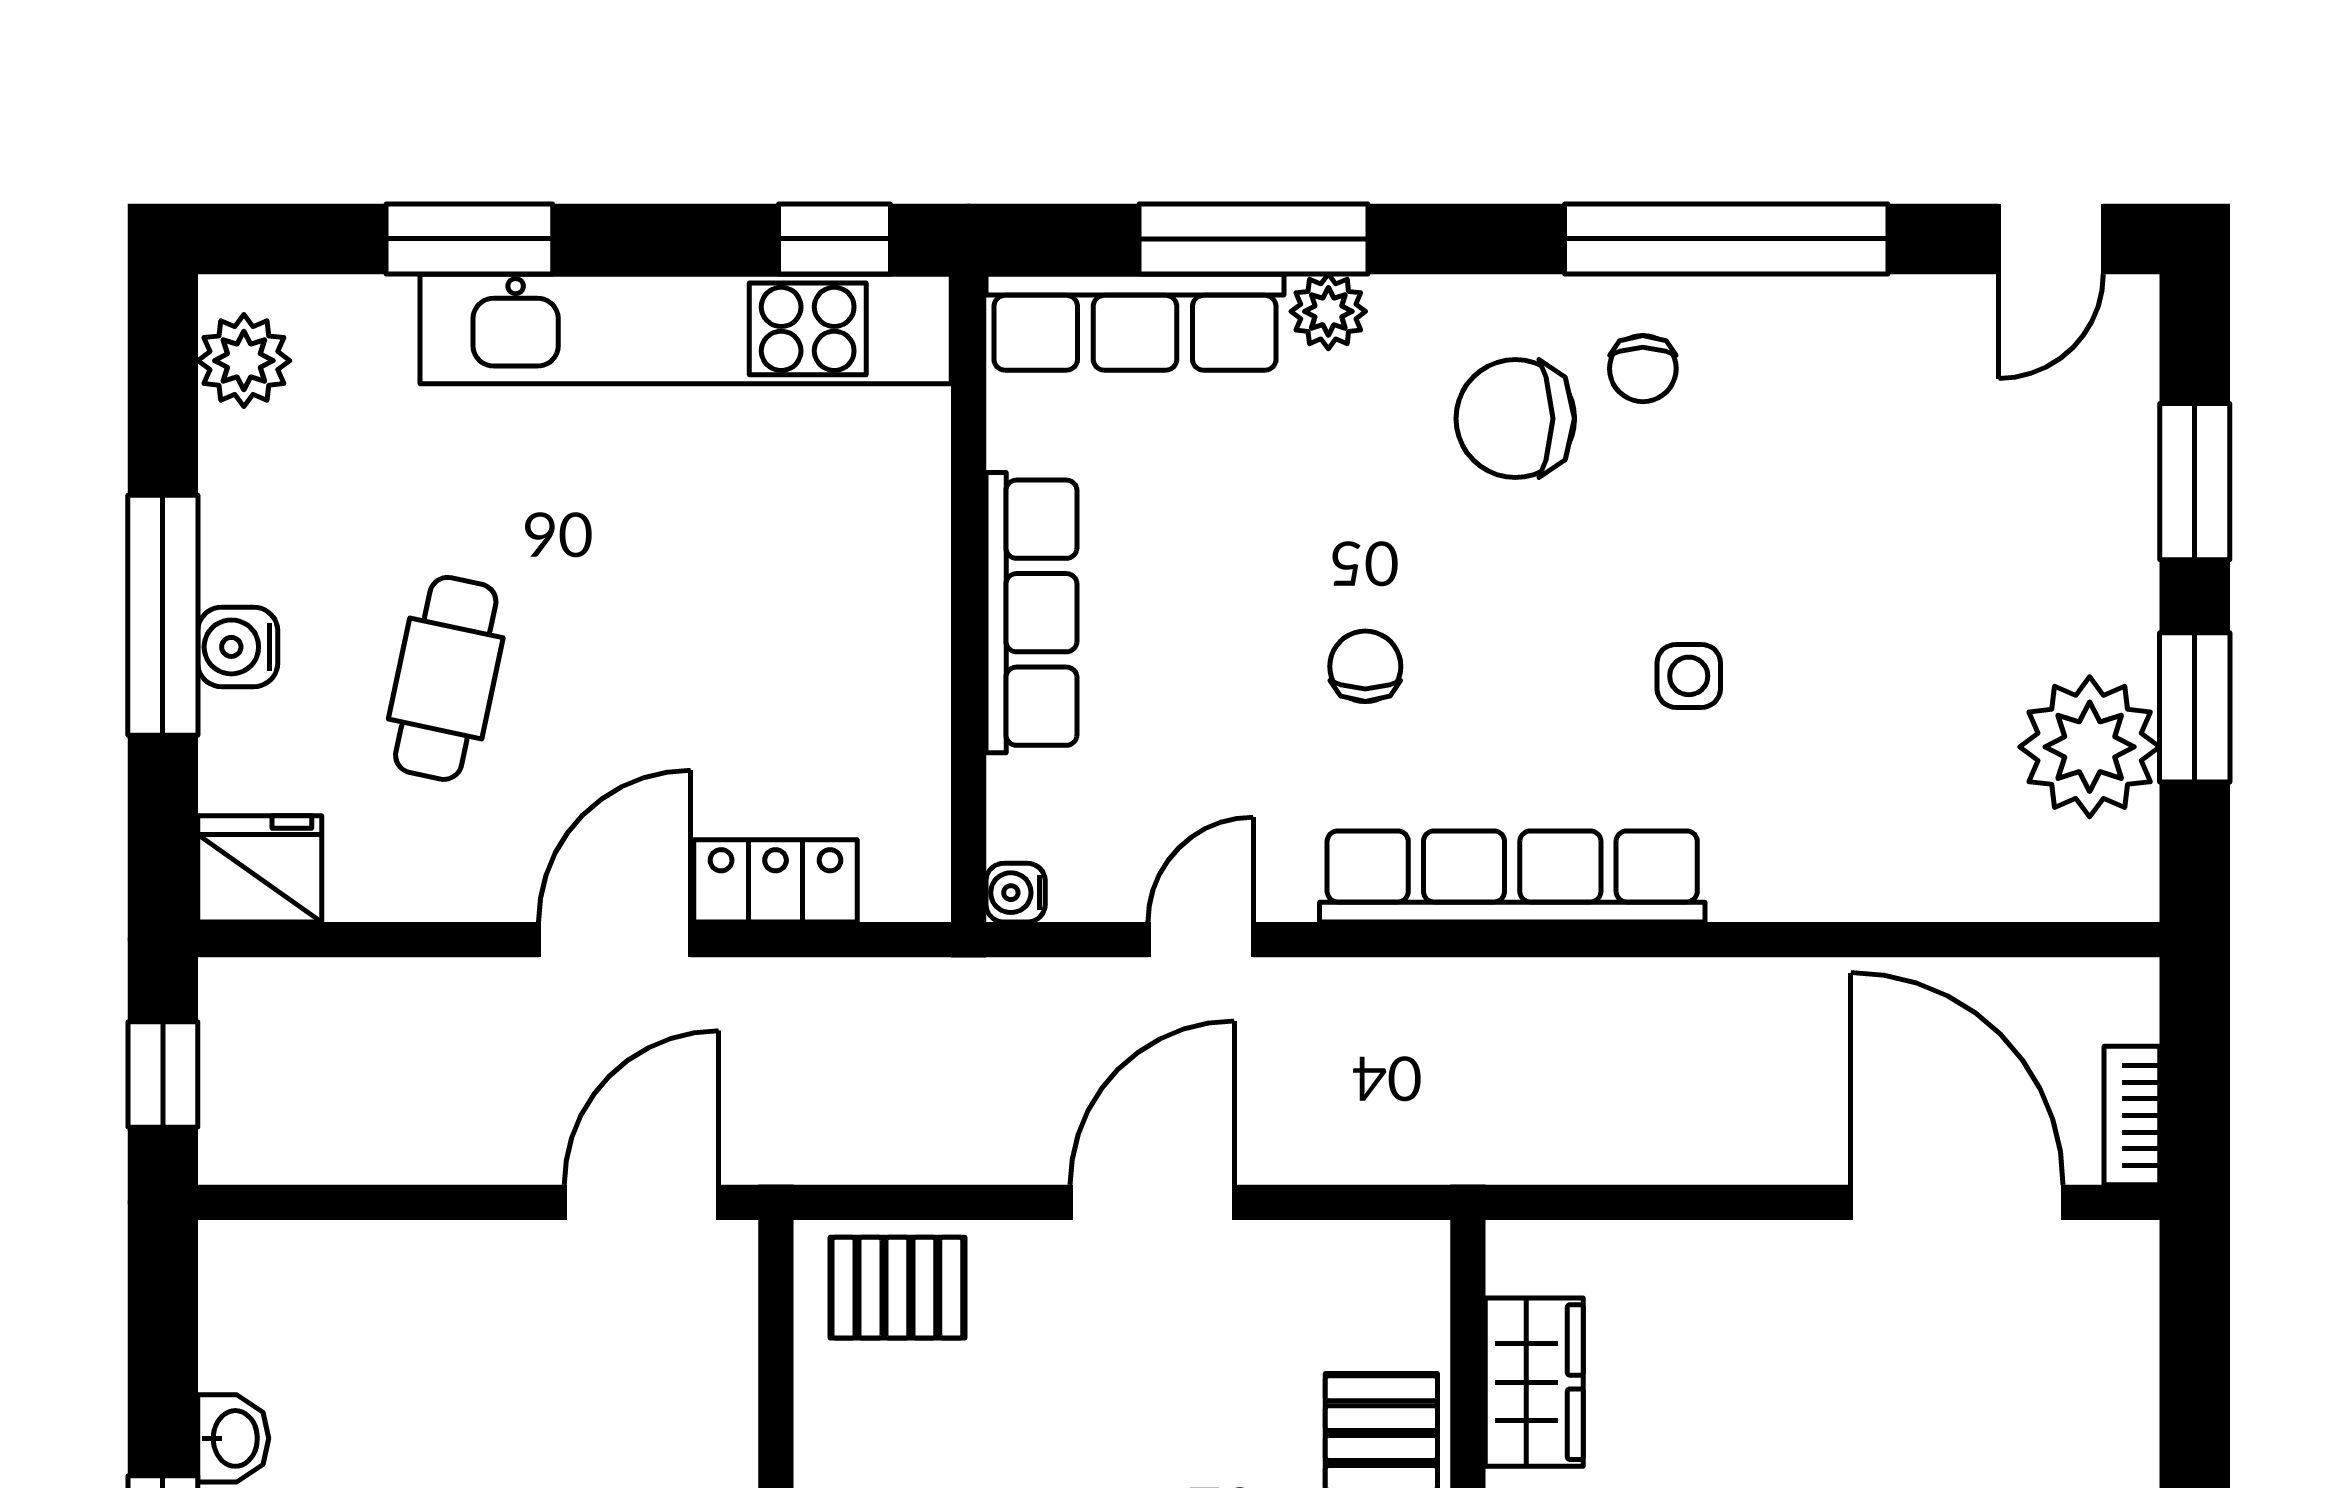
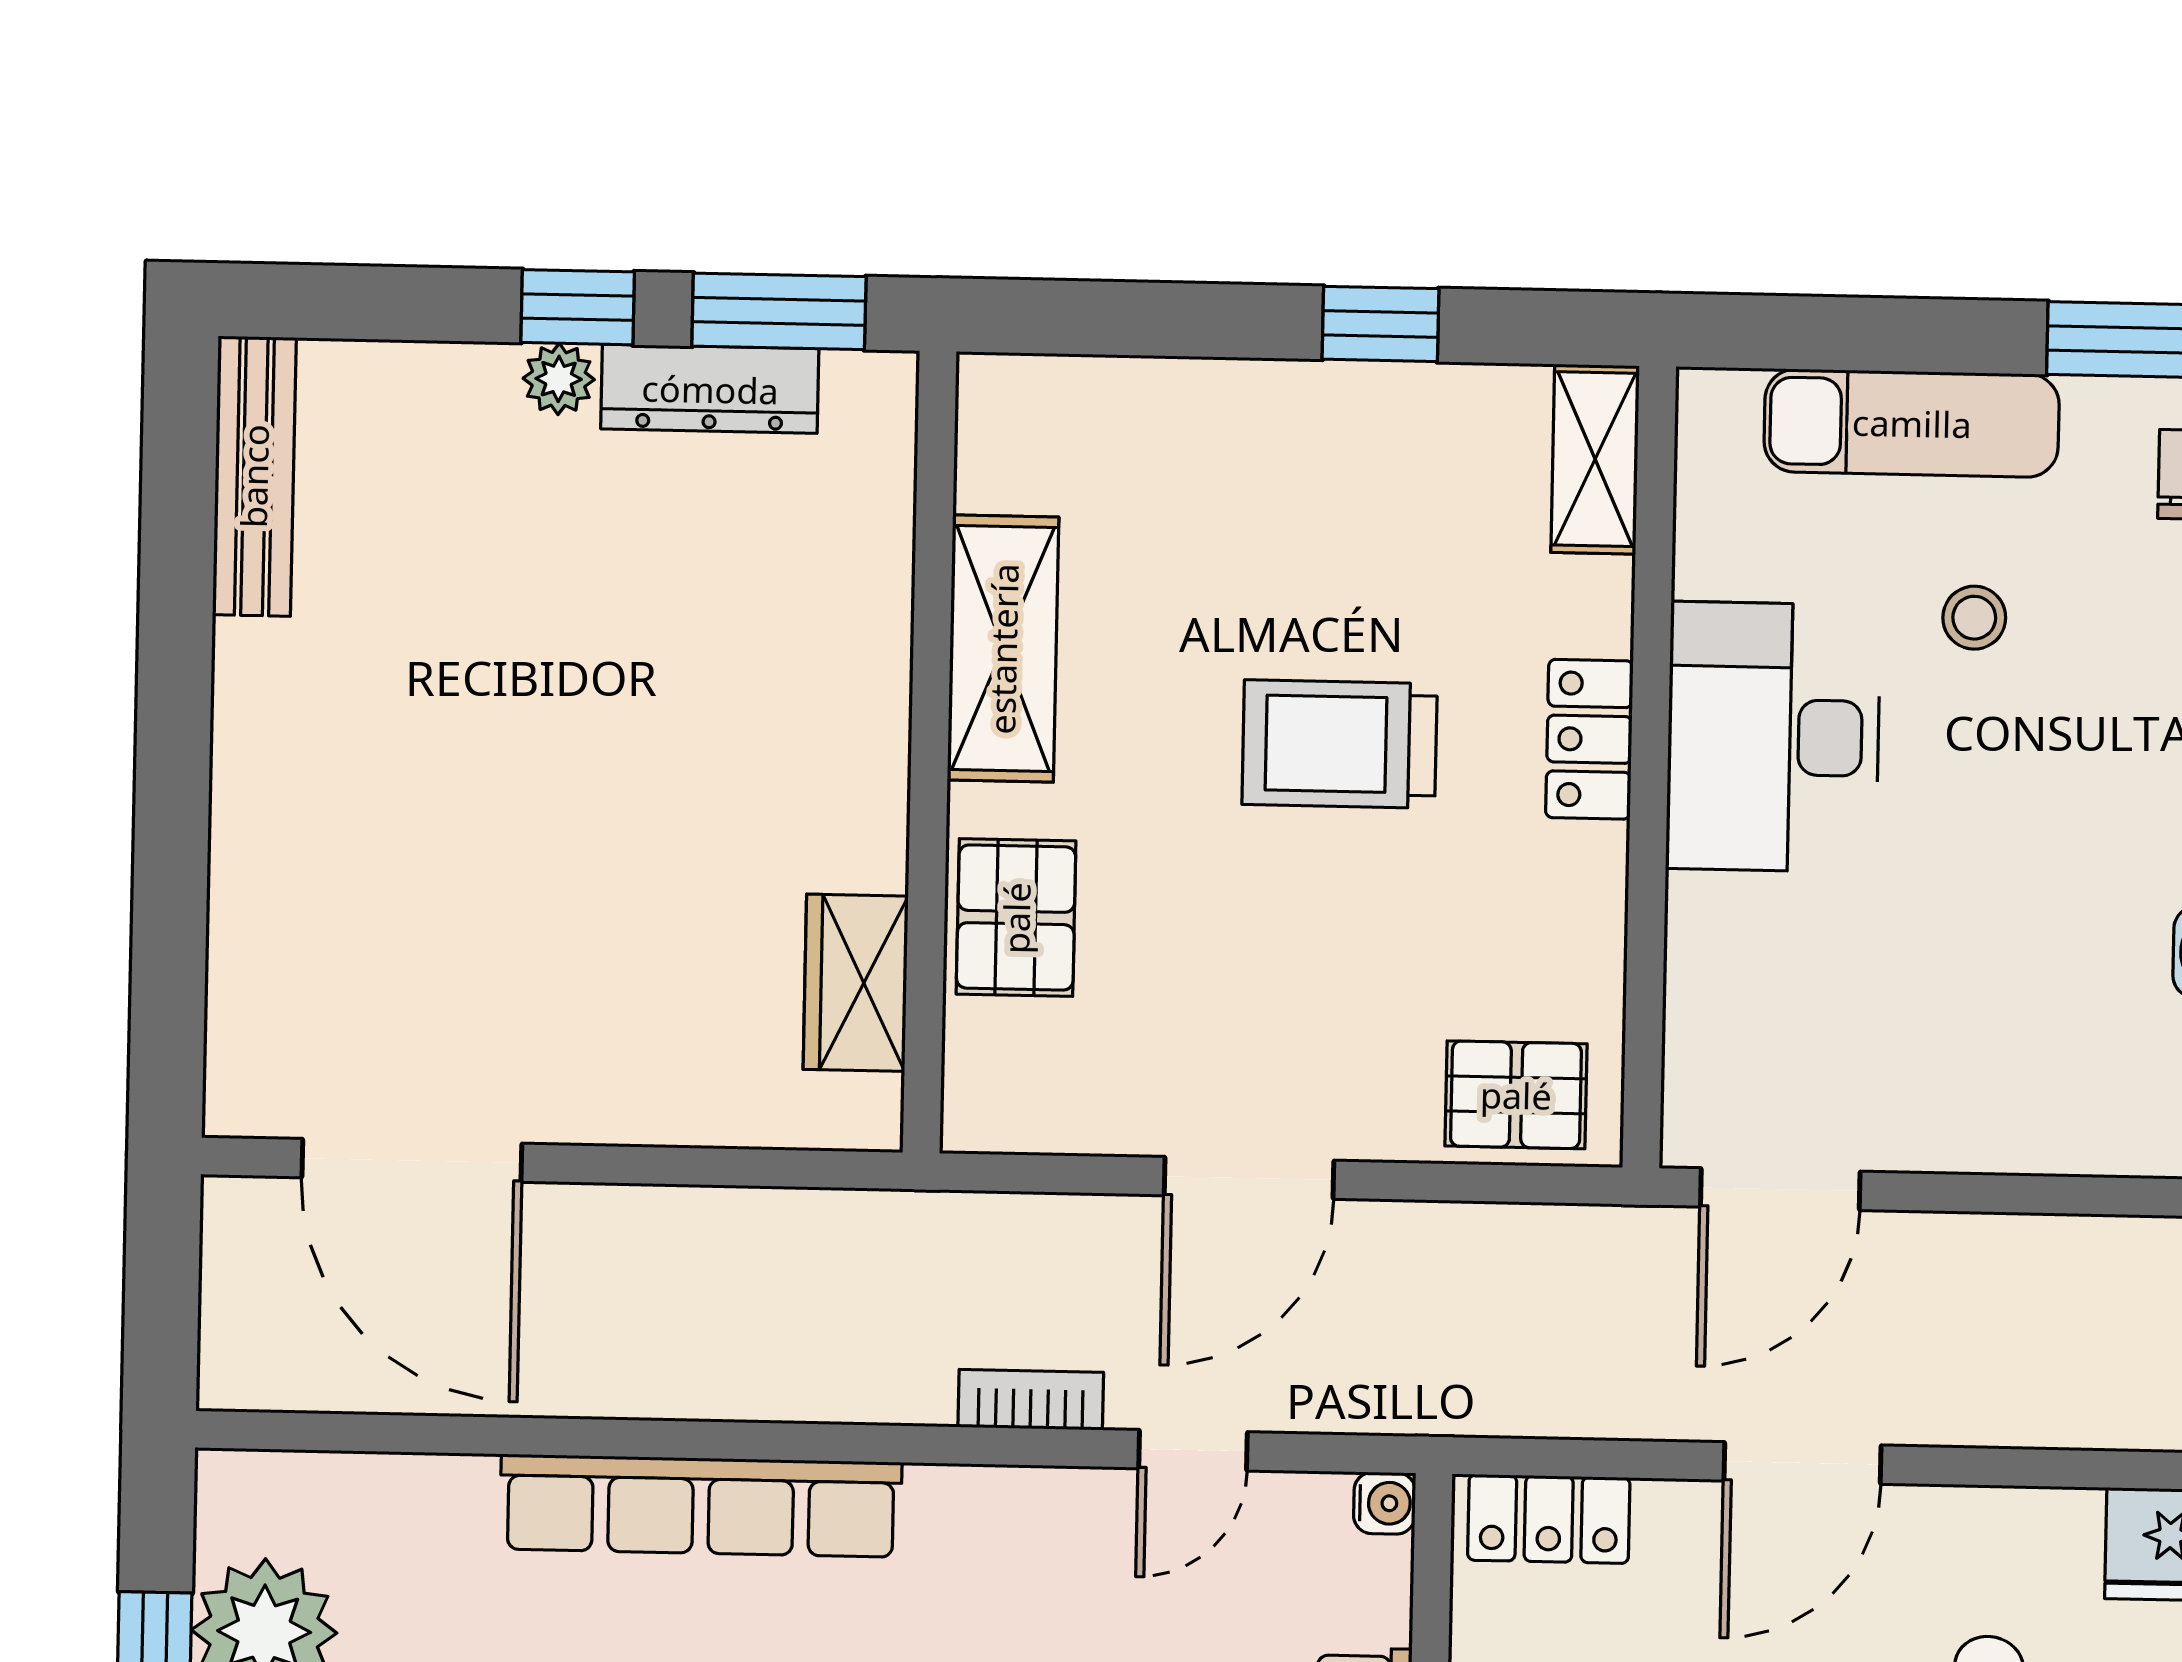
row of seats: (1512, 876) -> (701, 1506), moved
locker: (776, 881) -> (1549, 1519), moved
bookcase: (2132, 1115) -> (1031, 1400), moved, turned -90

